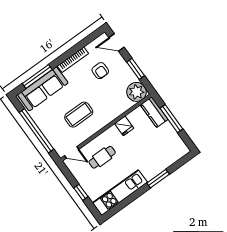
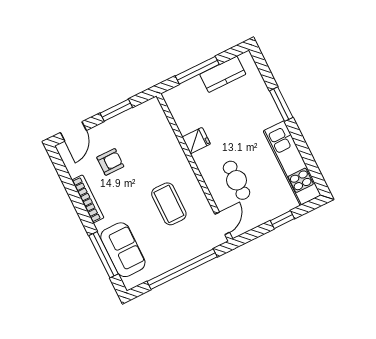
sofa: (43, 89) -> (123, 250), width x0.73
plant: (137, 92) -> (150, 114), removed
kitchen counter: (154, 112) -> (223, 74), moved

